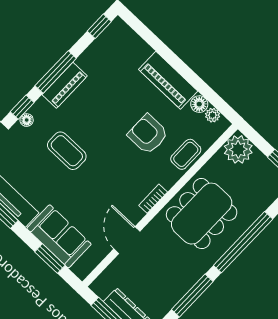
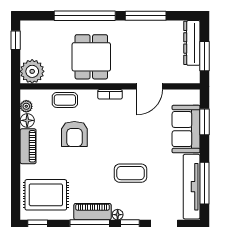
rug: (118, 58) -> (46, 195), added
piano: (168, 80) -> (28, 146), width x0.73, depth x0.75
floor lamp: (27, 120) -> (118, 215), moved
coffee table: (67, 151) -> (130, 173), turned 90
dining table: (202, 214) -> (91, 57), width x0.73

